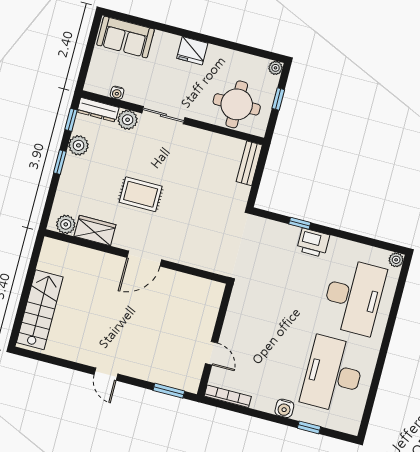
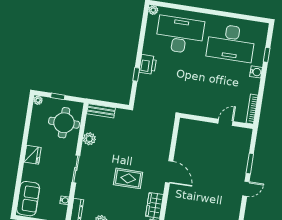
plant: (128, 120) -> (89, 139), moved
rug: (141, 194) -> (128, 178), turned 90
window: (169, 391) -> (250, 163), moved

